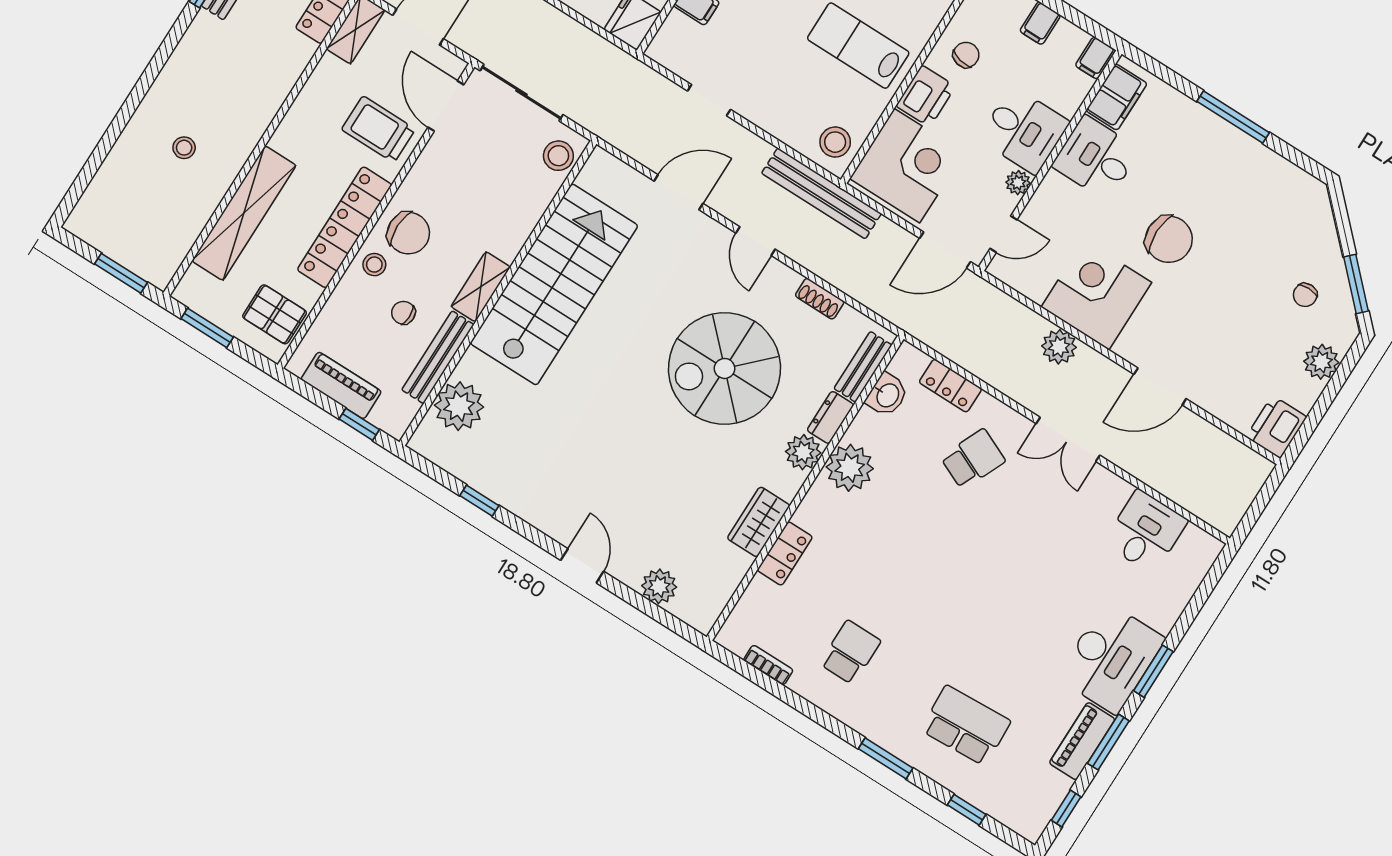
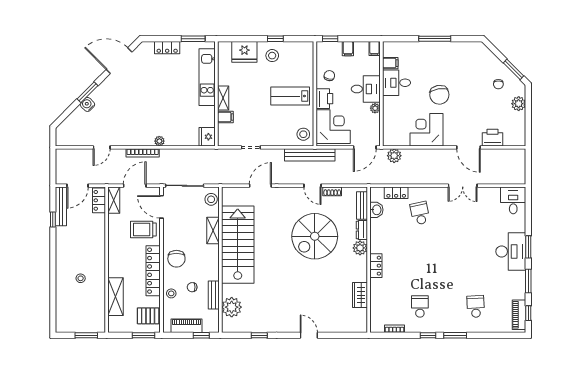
filing cabinet: (1116, 97) -> (390, 63), width x0.50
shelving: (244, 213) -> (115, 297), width x0.68
chair: (408, 233) -> (176, 259), turned 90
door: (1003, 234) -> (381, 129), removed
chair: (1169, 239) -> (439, 95), turned 80
door: (755, 241) -> (312, 186), moved
stool: (374, 265) -> (171, 293), moved
shelving: (481, 287) -> (213, 231), moved
window: (207, 328) -> (143, 335), moved
plant: (1059, 347) -> (394, 156), moved
bench: (438, 357) -> (214, 295), width x0.73
door: (1160, 386) -> (468, 147), hinge flipped
printer: (1276, 427) -> (493, 138), moved, turned 90
double door: (1068, 439) -> (463, 186), moved
school desk: (973, 459) -> (420, 213), turned -36
plant: (850, 468) -> (379, 243), removed
wardrobe: (759, 522) -> (360, 295), moved
desk: (1146, 532) -> (513, 200), moved
locker: (785, 554) -> (376, 266), moved
plant: (659, 586) -> (340, 325), removed
school desk: (966, 726) -> (476, 306), width x0.54
piano: (1082, 741) -> (519, 315), moved
window: (967, 810) -> (428, 335), moved

